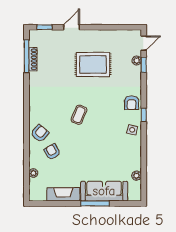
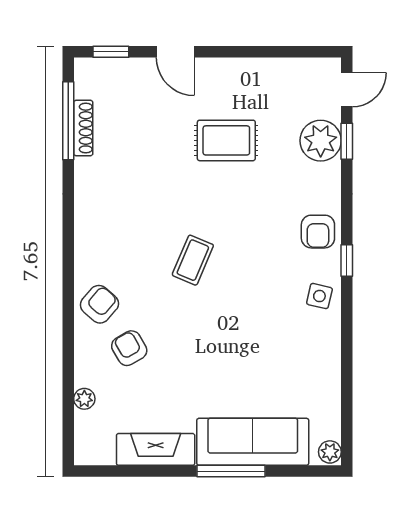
door: (72, 27) -> (175, 52), swing flipped
plant: (137, 61) -> (321, 141), width x1.87, depth x1.87
rug: (93, 64) -> (226, 140), width x0.73, depth x0.70
plant: (137, 176) -> (330, 452), moved

